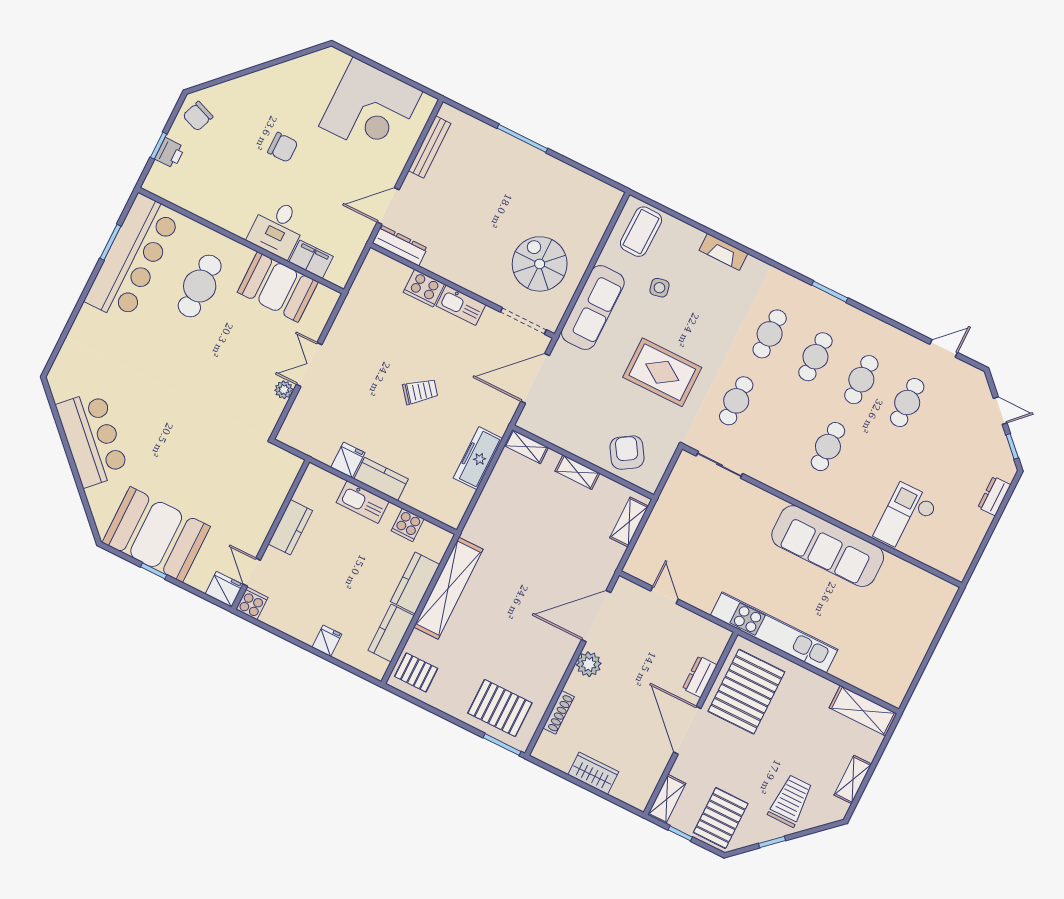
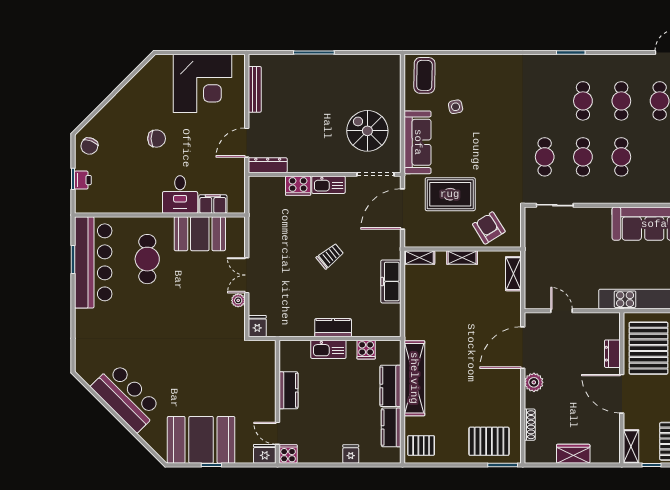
fireplace: (723, 252) -> (486, 61), removed
cafe table: (770, 334) -> (583, 157), moved
rug: (662, 372) -> (450, 194), moved
fridge: (348, 460) -> (257, 326), moved

